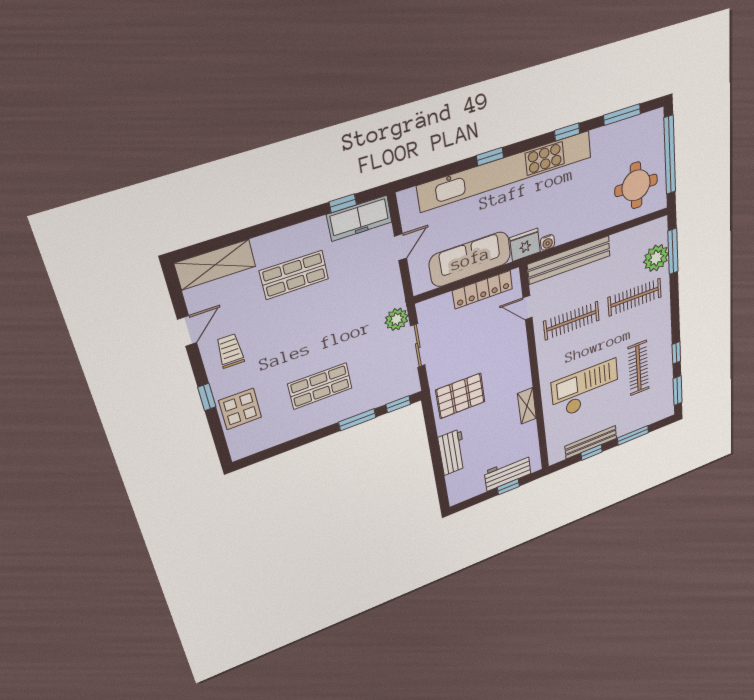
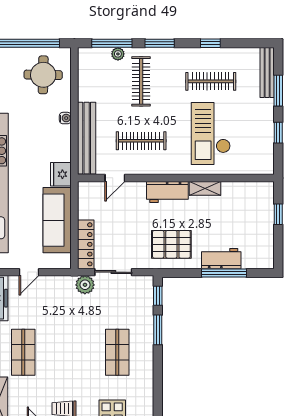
water cooler: (548, 242) -> (65, 118), moved
door: (401, 247) -> (29, 272), swing flipped
plant: (656, 258) -> (118, 54), width x0.53, depth x0.53
locker: (483, 290) -> (86, 244), moved
clothes rail: (571, 321) -> (141, 141), turned 90
window: (678, 391) -> (160, 43), moved
pallet: (460, 396) -> (171, 244), turned 90
bench: (591, 442) -> (267, 73), moved
window: (437, 461) -> (224, 273), added
workbench: (508, 473) -> (167, 192), moved, turned -90

